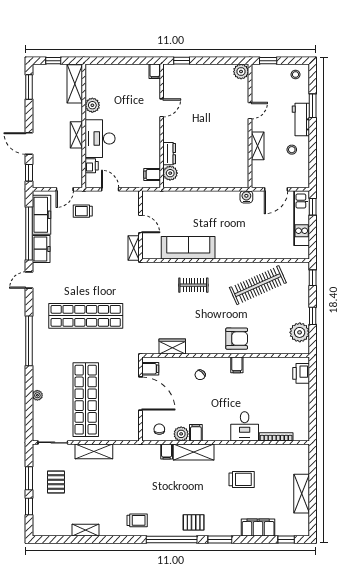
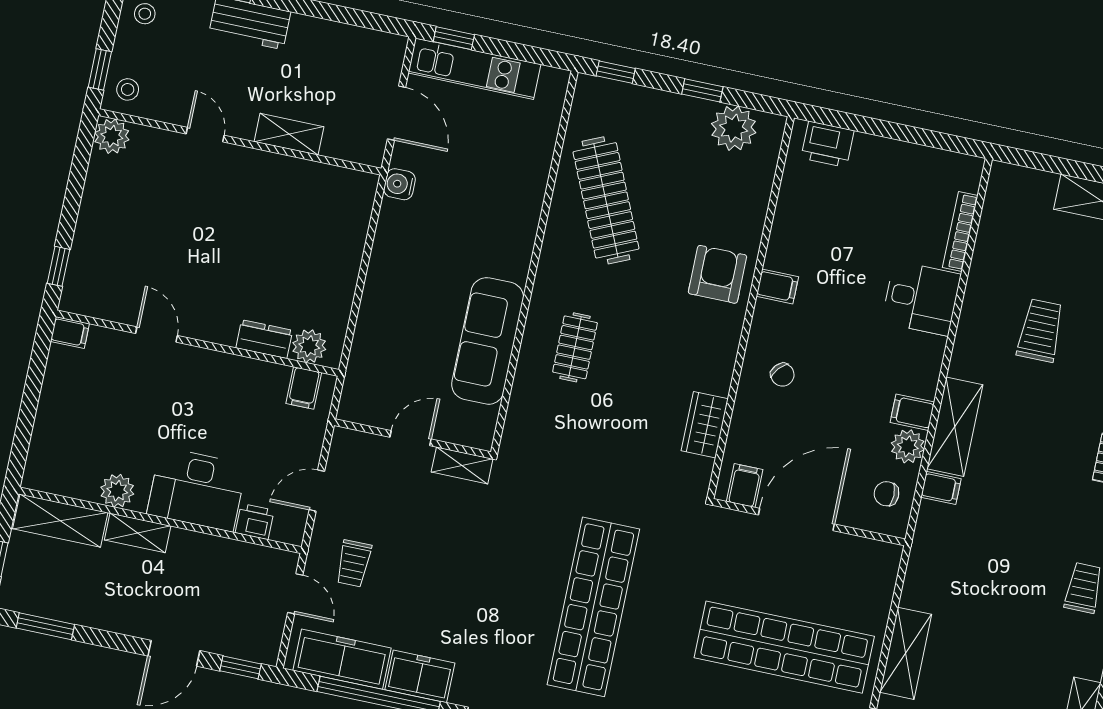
shelving: (76, 135) -> (138, 533), moved
stool: (292, 150) -> (128, 89), moved

